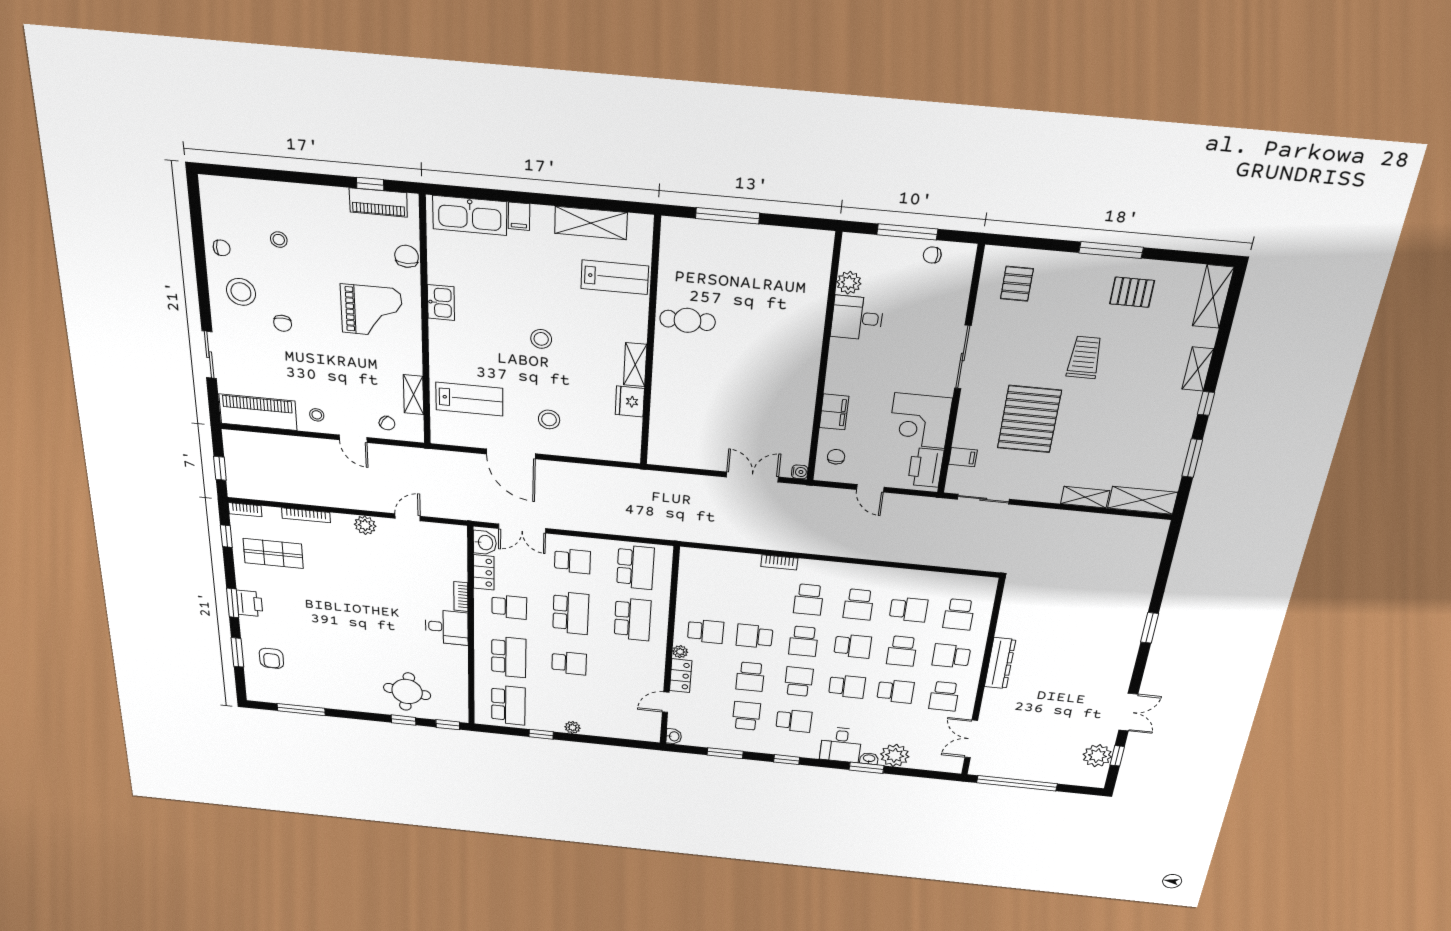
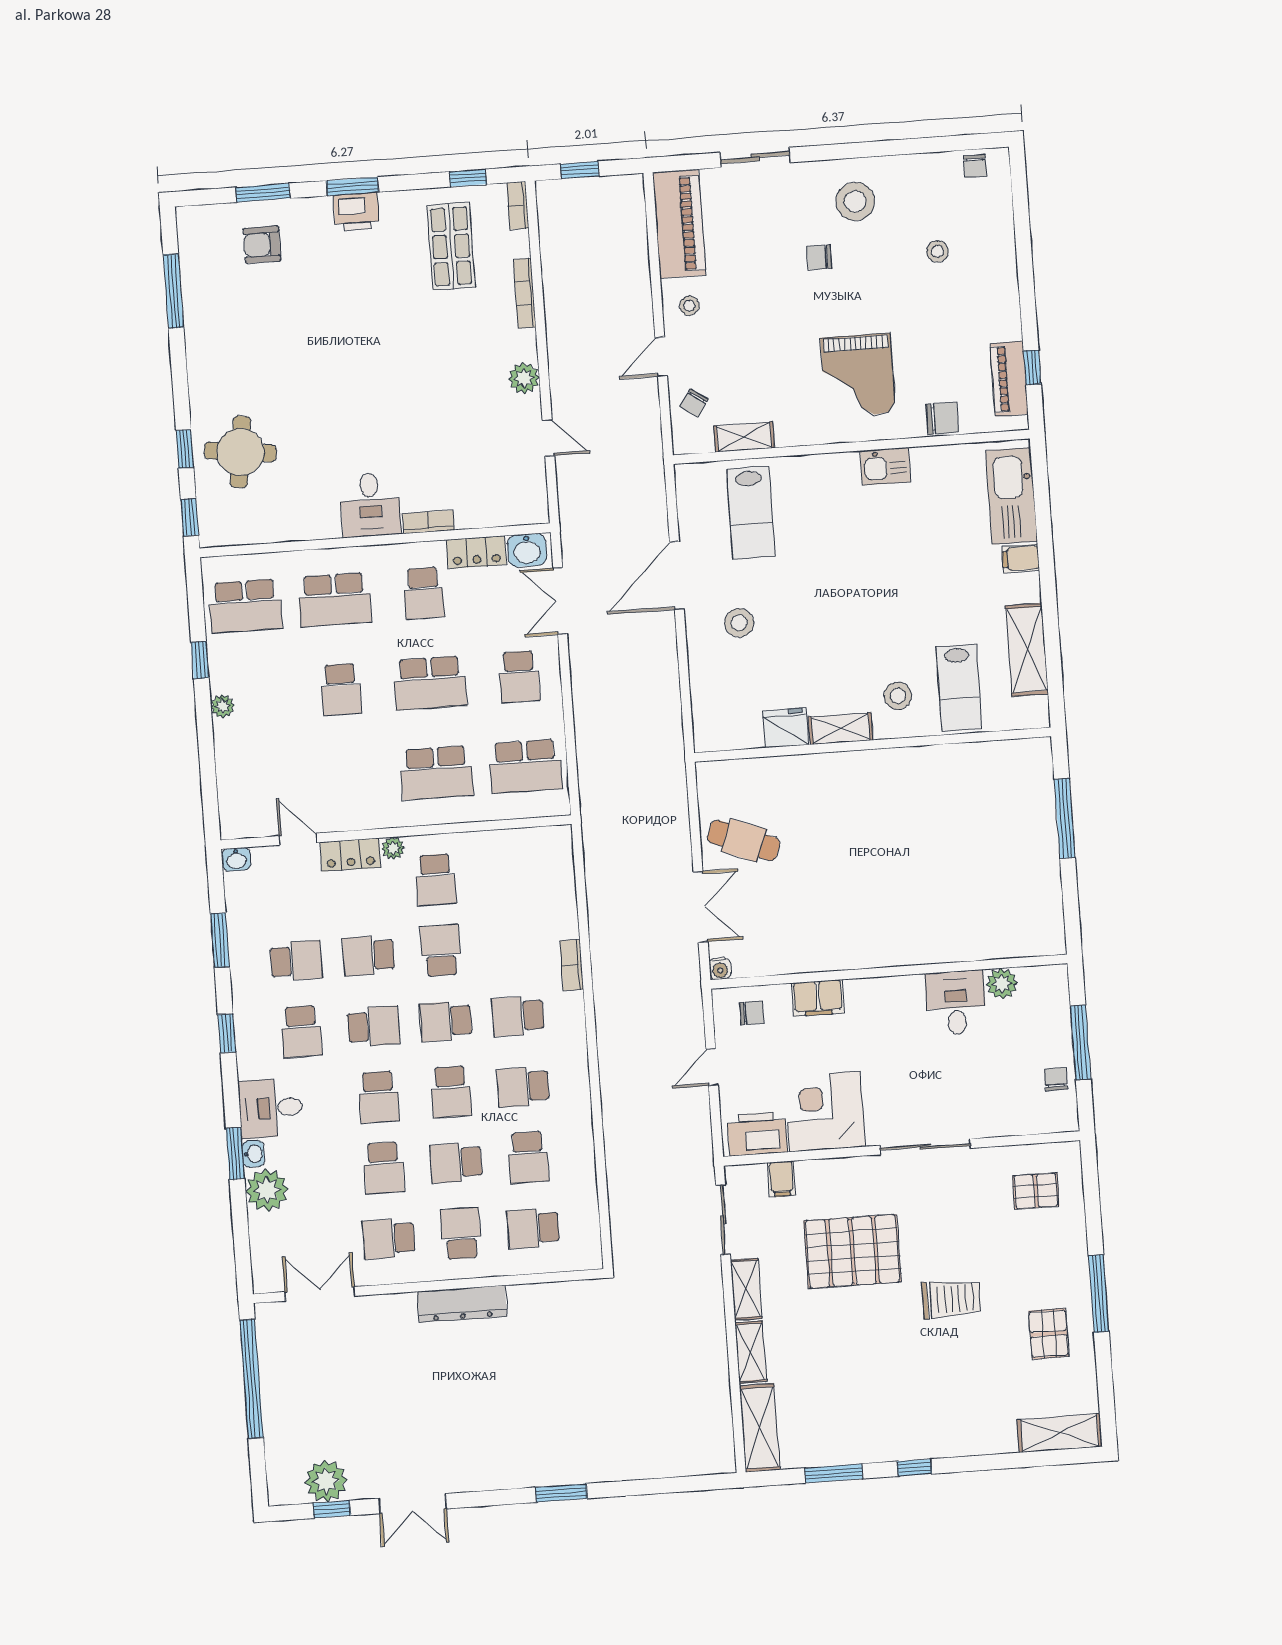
chair: (222, 248) -> (975, 166), moved
cafe table: (688, 320) -> (744, 840), moved, turned -69
stool: (541, 339) -> (898, 696), moved
shelving: (1198, 369) -> (746, 1289), moved, turned 90

